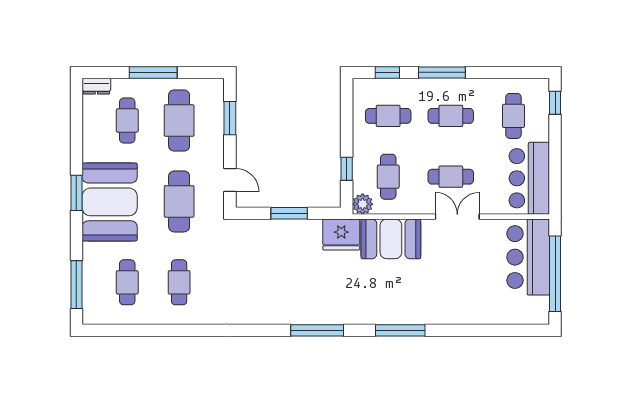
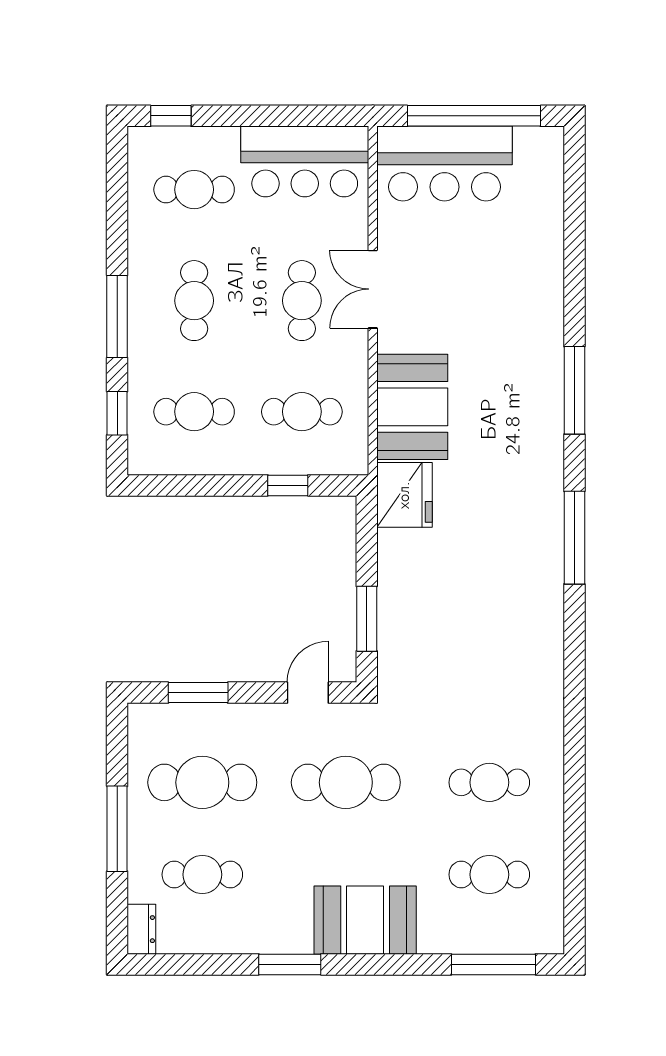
cafe table: (388, 116) -> (194, 412), turned 90
window: (76, 193) -> (290, 964), moved
booth: (110, 202) -> (365, 920), width x0.73, depth x0.70
plant: (363, 204) -> (350, 457), removed
window: (289, 213) -> (367, 619), moved

